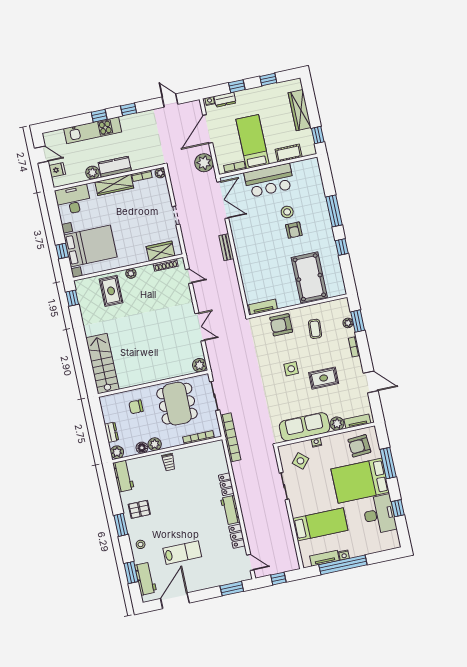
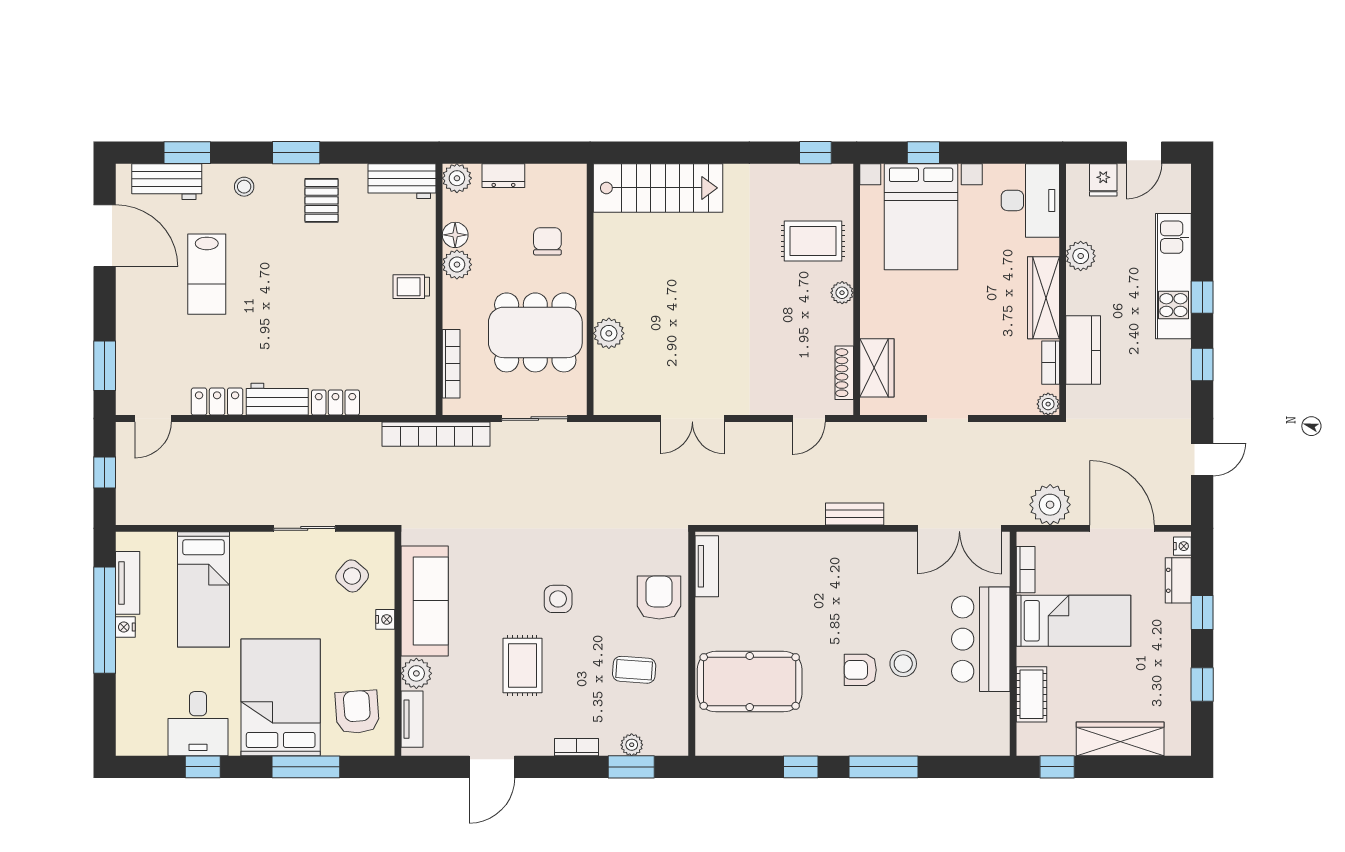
kitchen counter: (115, 167) -> (1083, 350), moved
plant: (200, 365) -> (609, 333), moved
desk: (379, 514) -> (198, 724), width x0.73

